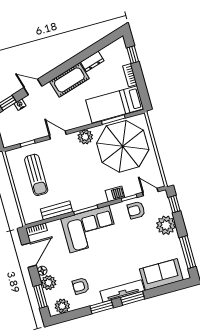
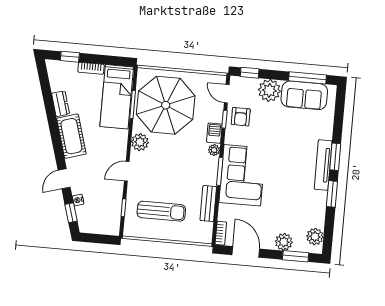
door: (150, 192) -> (227, 94), hinge flipped
plant: (101, 199) -> (214, 150), added
floor lamp: (42, 271) -> (268, 244), removed
sofa: (161, 275) -> (304, 95), moved, turned -90
armchair: (81, 286) -> (301, 208), removed

